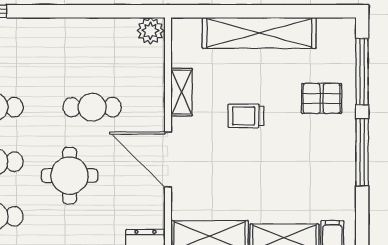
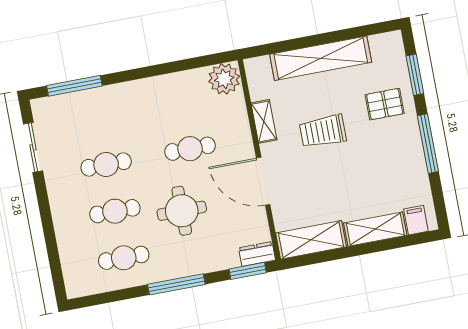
plant: (151, 31) -> (224, 79), width x1.36, depth x1.36
window: (362, 72) -> (415, 75), width x0.69
trolley: (246, 116) -> (323, 131), width x1.36, depth x1.39

